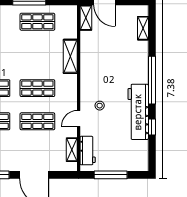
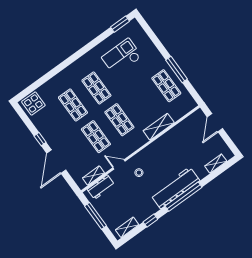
shelving: (86, 18) -> (127, 227), moved
workbench: (138, 112) -> (175, 188), moved

